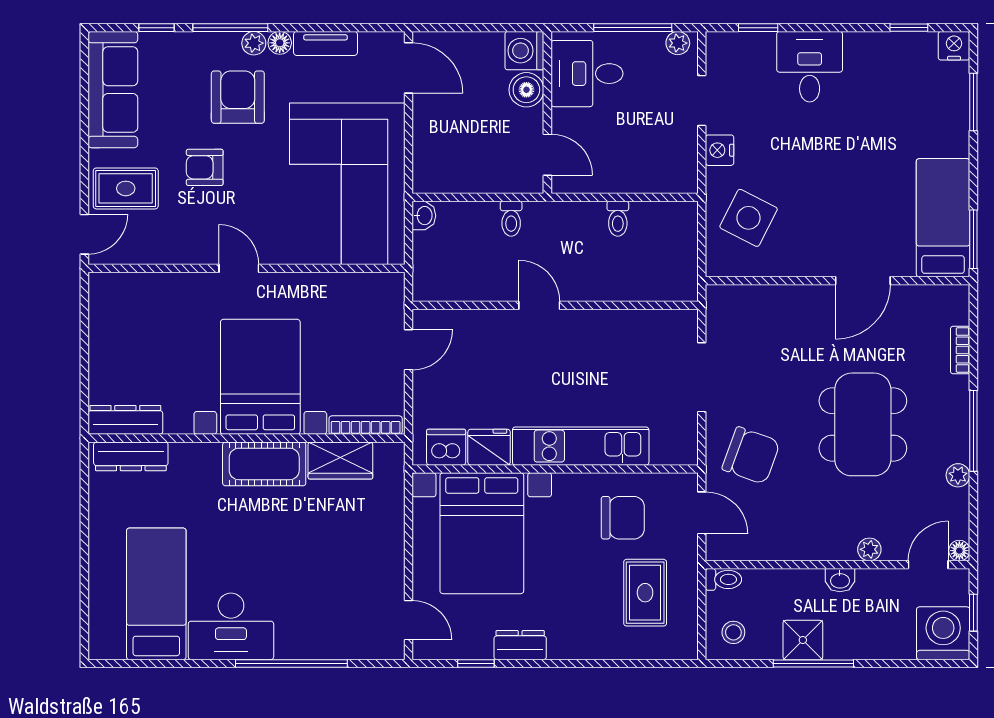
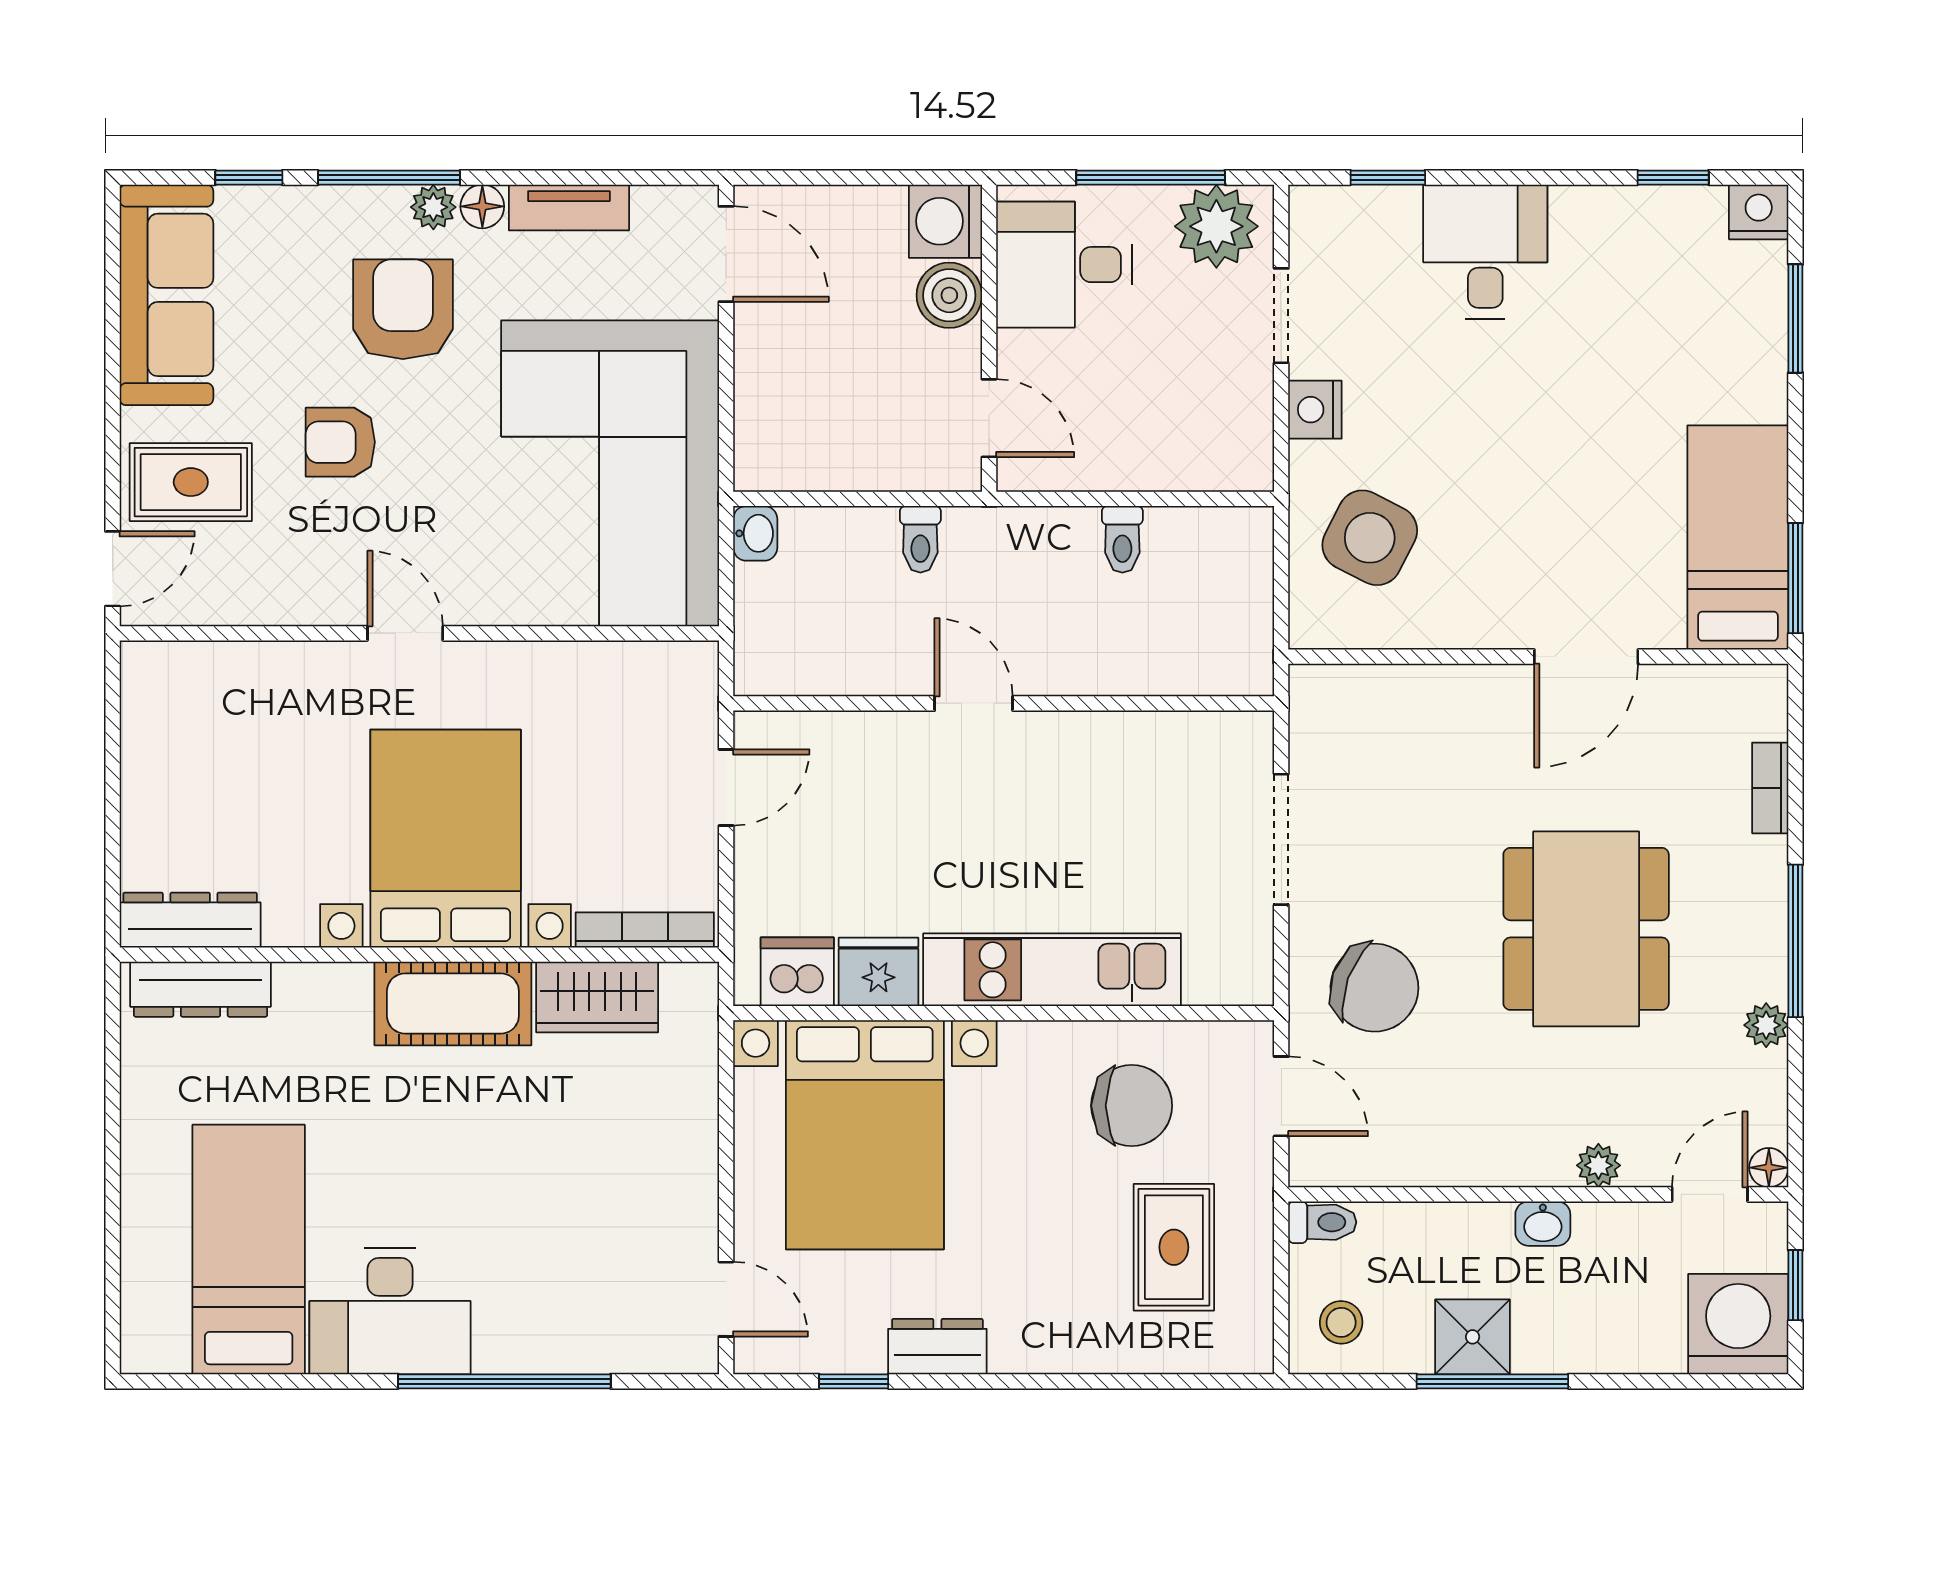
plant: (678, 43) -> (1216, 226), width x1.87, depth x1.87

